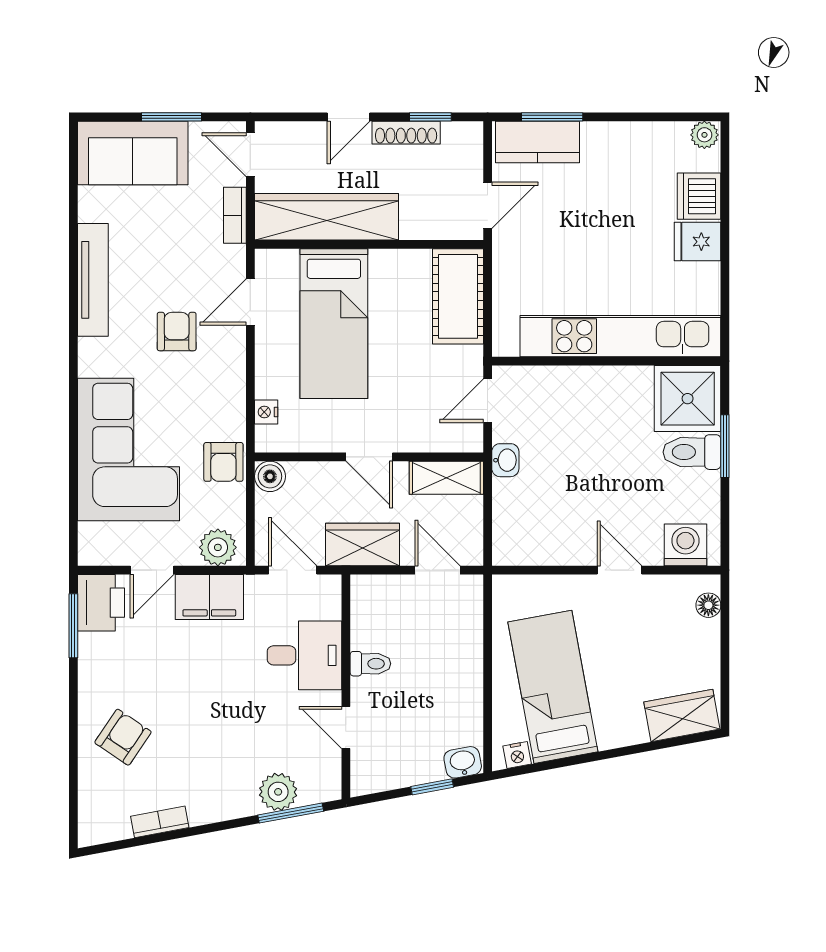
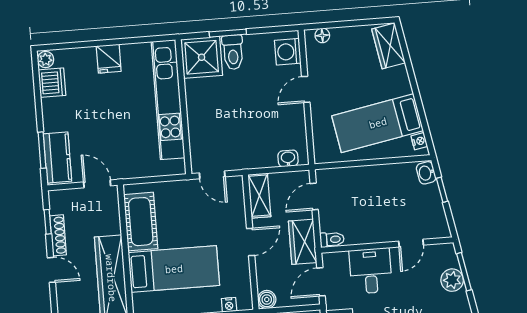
dishwasher: (699, 196) -> (52, 83), moved, turned -90
cot: (458, 296) -> (141, 222), moved, turned 90
washbasin: (505, 460) -> (288, 158), moved
toilet: (370, 664) -> (332, 239), moved, turned 90

